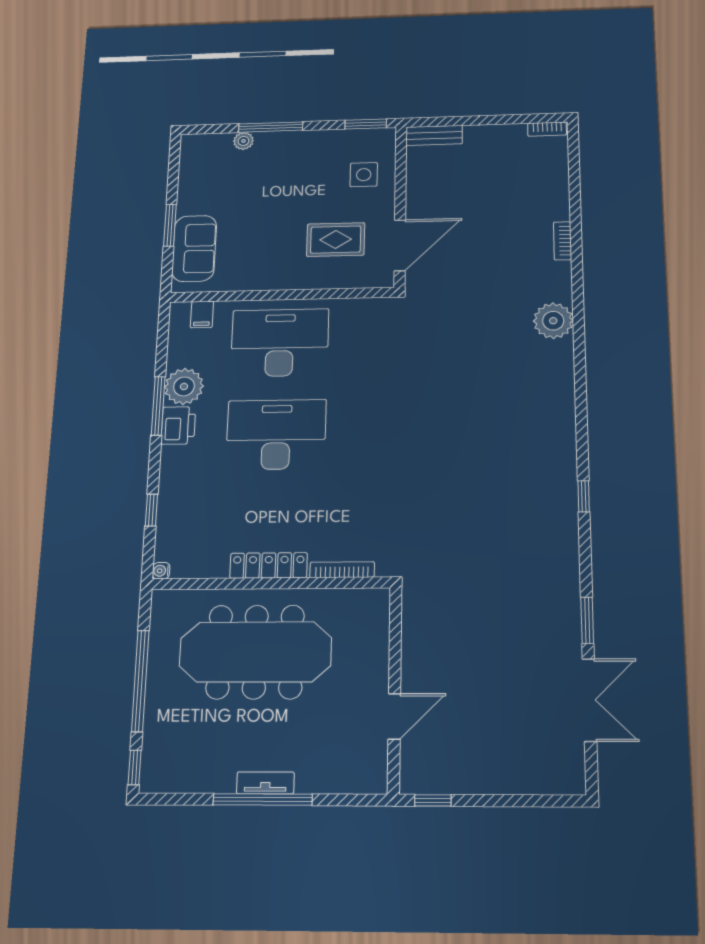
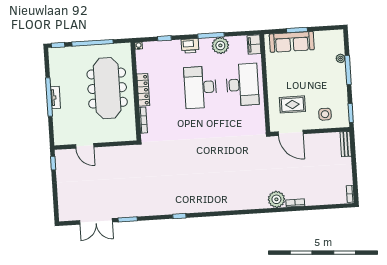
rug: (336, 240) -> (292, 104), turned 90
sofa: (194, 248) -> (292, 42), width x1.36
filing cabinet: (202, 314) -> (254, 45), width x2.00
plant: (553, 321) -> (276, 199), moved
printer: (178, 425) -> (190, 46), moved
desk: (276, 434) -> (200, 87), turned 180

